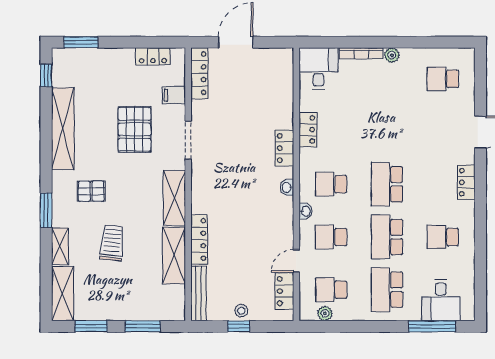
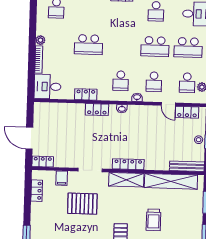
locker: (199, 73) -> (43, 162), width x0.66
school desk: (387, 184) -> (88, 45), moved
locker: (199, 240) -> (128, 164), moved
trolley: (112, 243) -> (154, 220), turned -96
shelving: (174, 255) -> (171, 181), width x1.47

